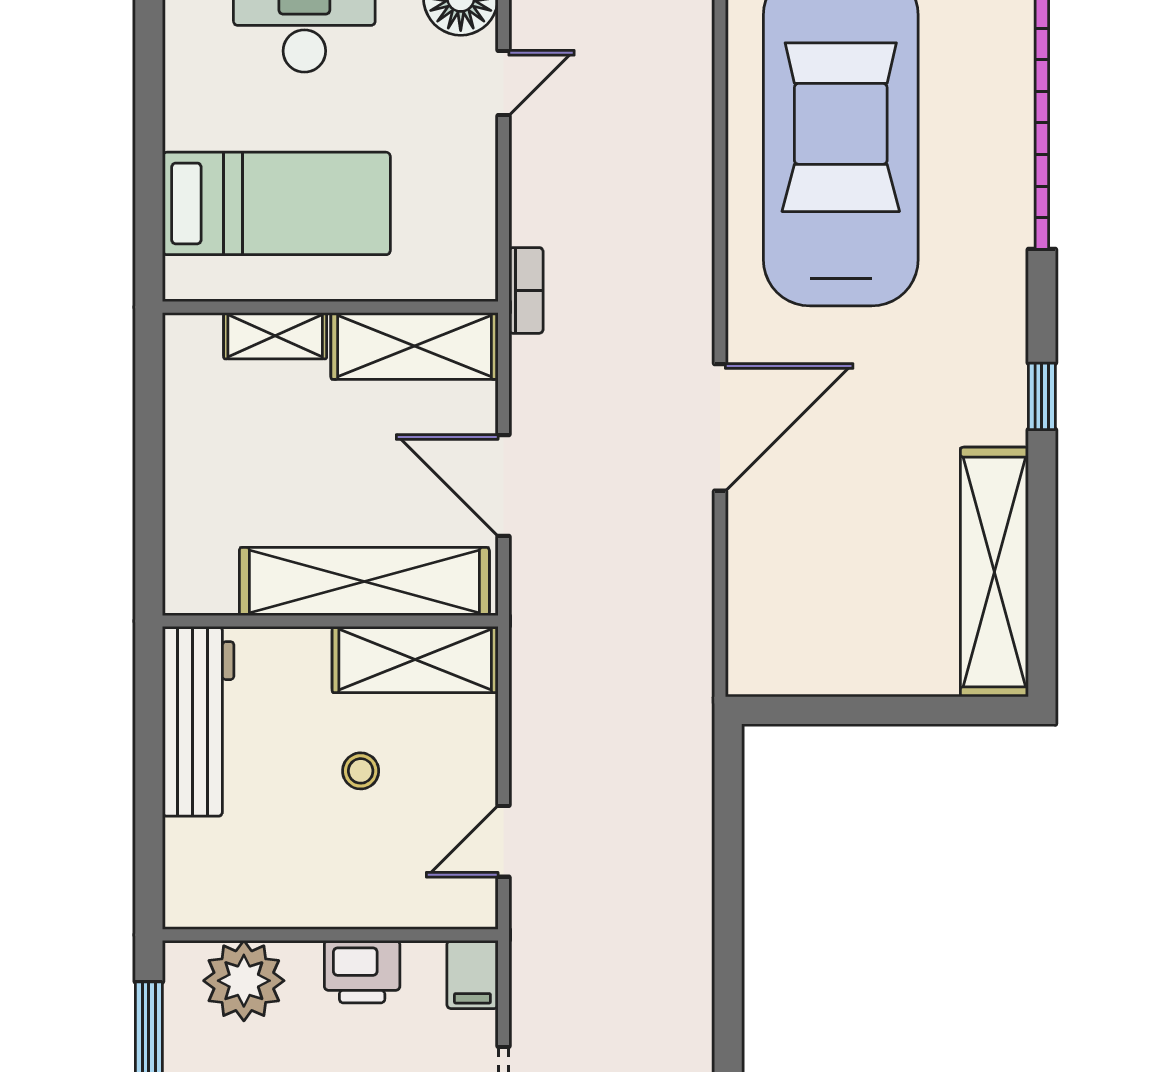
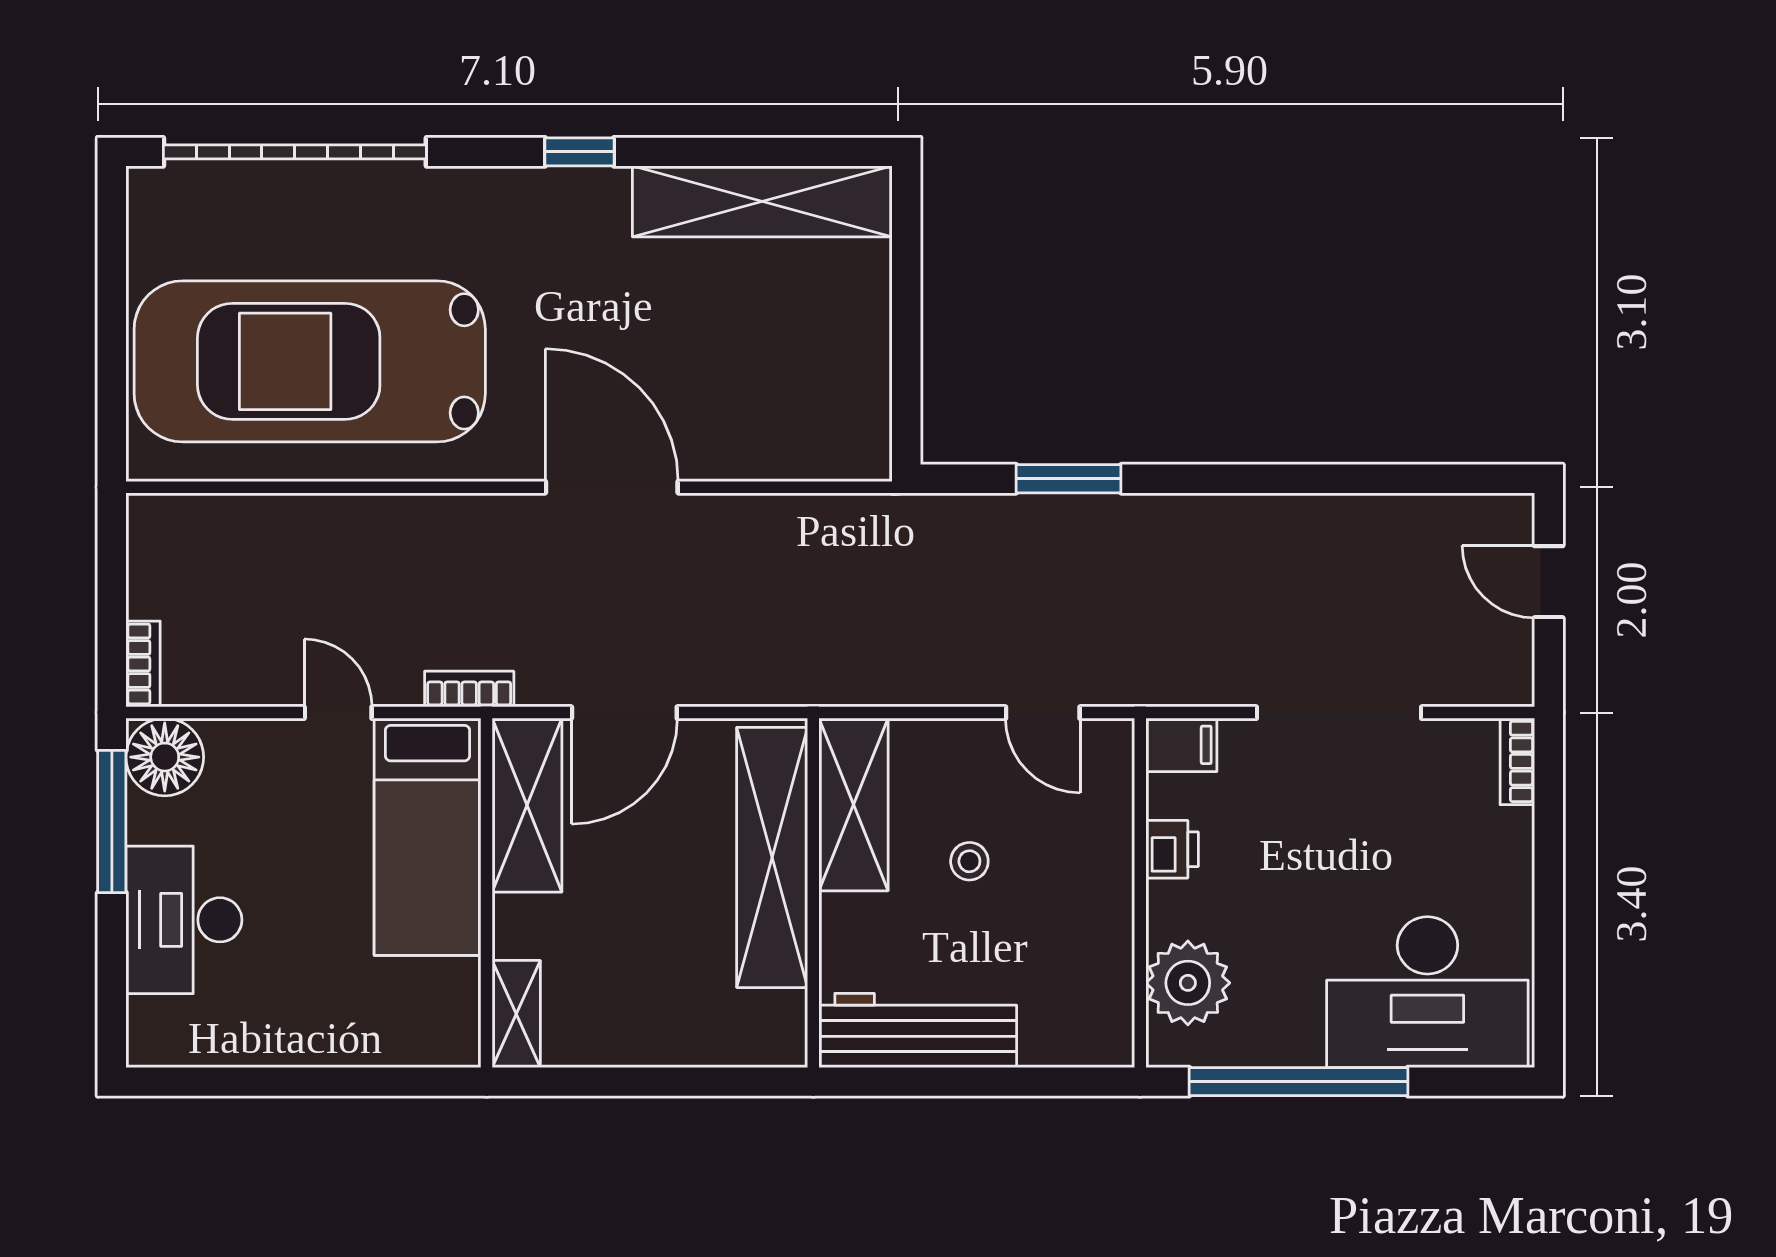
door: (503, 83) -> (338, 713), moved
bed: (276, 203) -> (428, 837), moved, turned 180
shelving: (275, 336) -> (516, 1014), moved
door: (503, 485) -> (624, 713), moved
window: (728, 866) -> (1069, 479), added
printer: (362, 972) -> (1172, 849), width x0.73, depth x0.81

